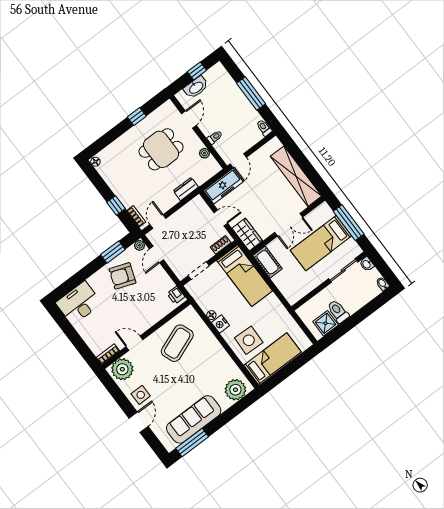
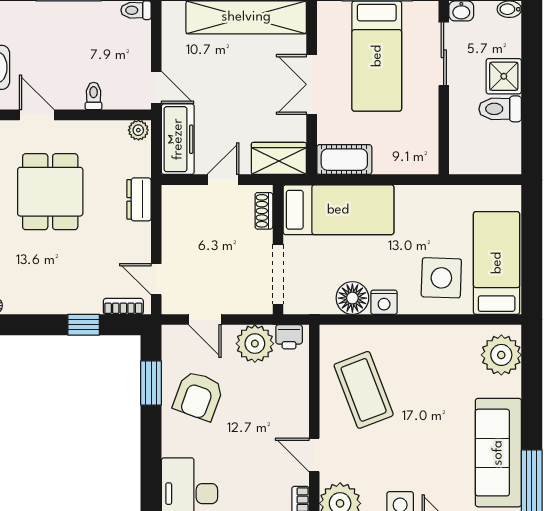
plant: (204, 153) -> (138, 130), moved
double door: (289, 225) -> (312, 84), swing flipped
plant: (140, 245) -> (255, 344), moved, width x1.87, depth x1.87
doorway: (199, 271) -> (278, 274), width x1.38
floor lamp: (211, 315) -> (352, 298), width x1.89, depth x1.89
shower: (326, 323) -> (504, 76), moved
door: (134, 343) -> (314, 455), hinge flipped

